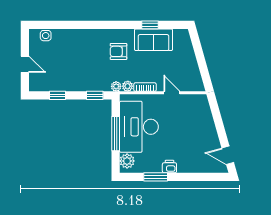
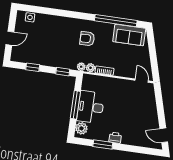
window: (150, 25) -> (116, 21), width x3.17
sofa: (153, 40) -> (129, 35), moved
door: (25, 64) -> (10, 38), hinge flipped
door: (172, 93) -> (142, 81), moved
desk: (139, 127) -> (91, 107), width x0.73, depth x0.77

